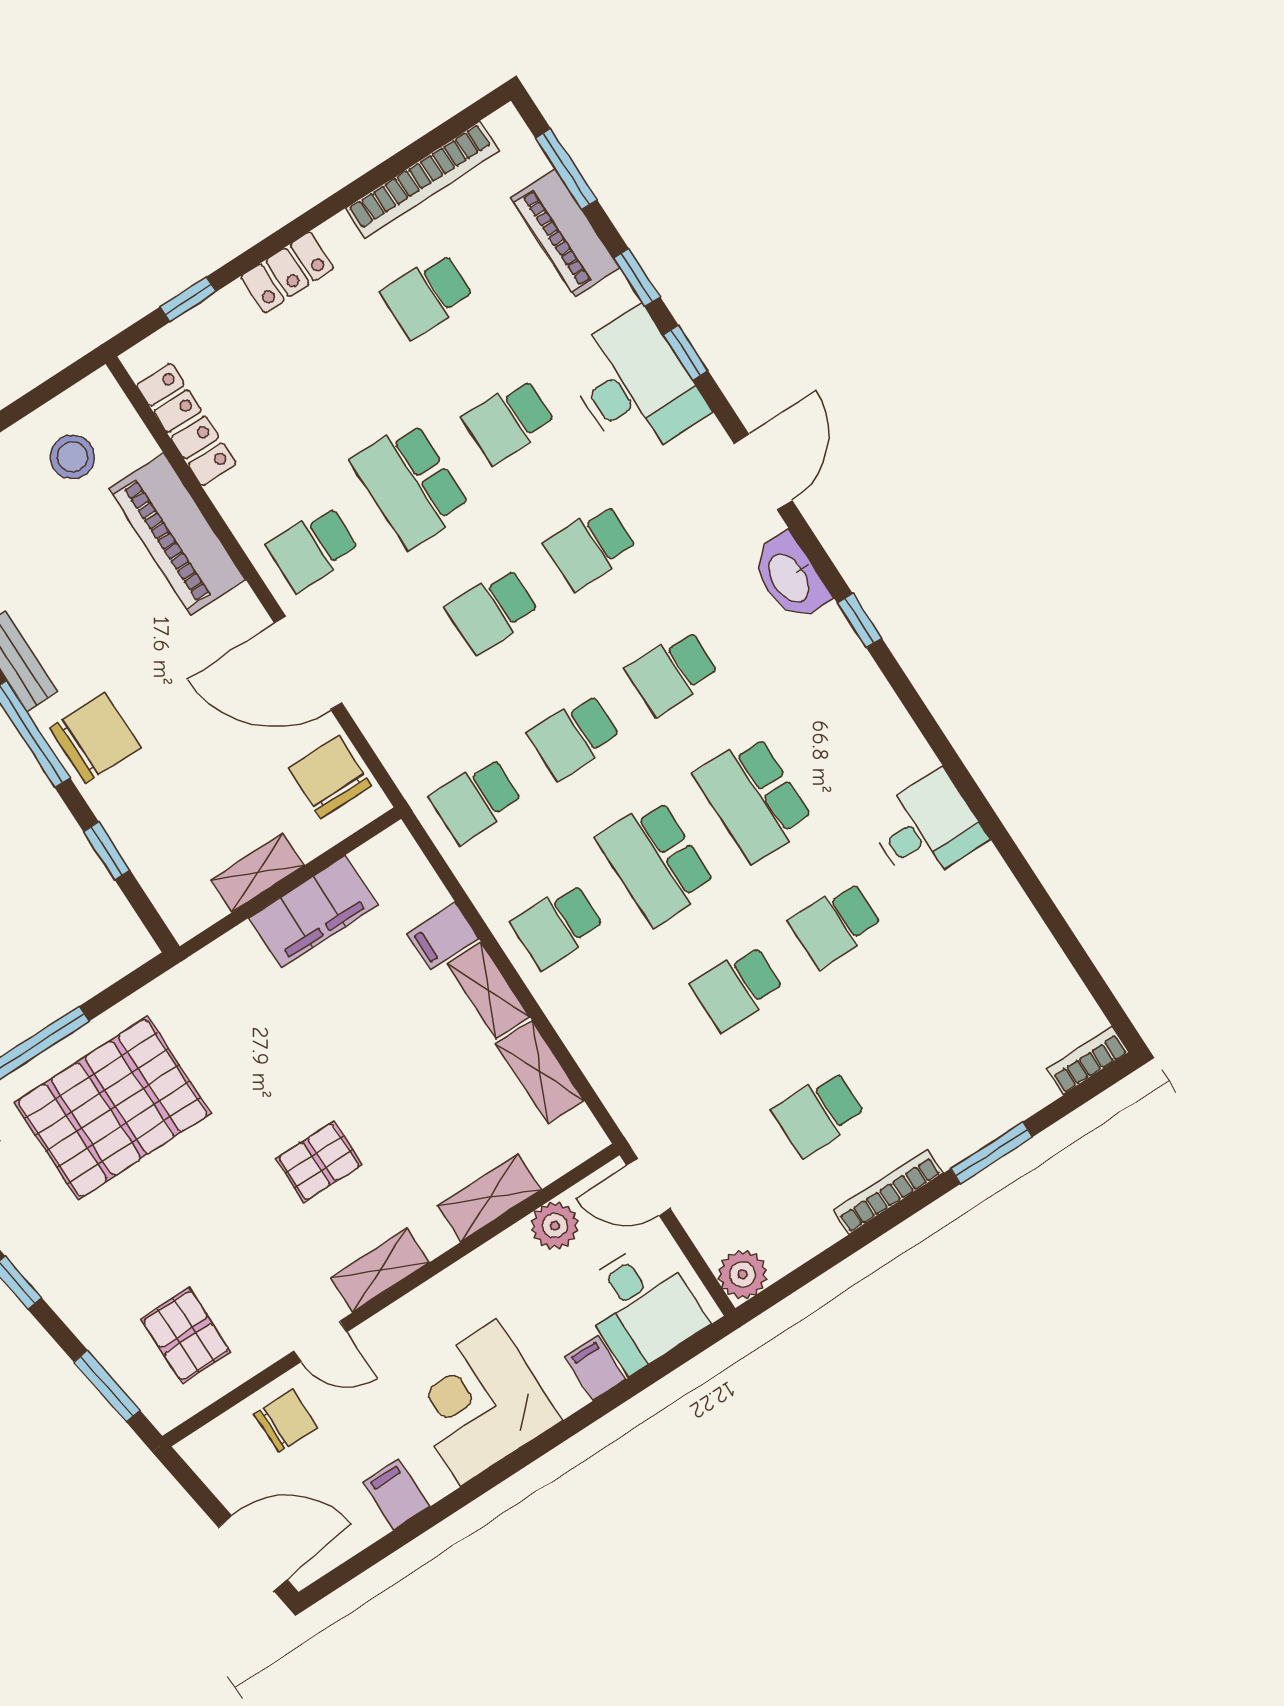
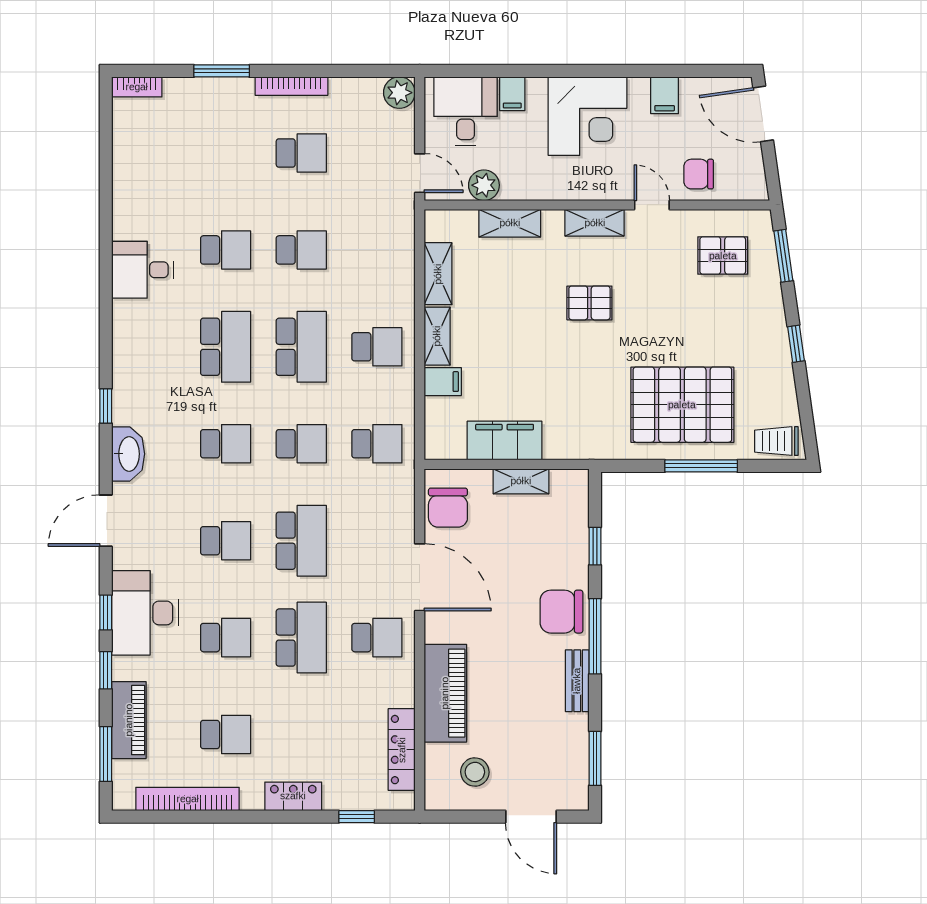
school desk: (492, 611) -> (301, 541), width x1.85
pallet: (186, 1335) -> (723, 256), turned 90

